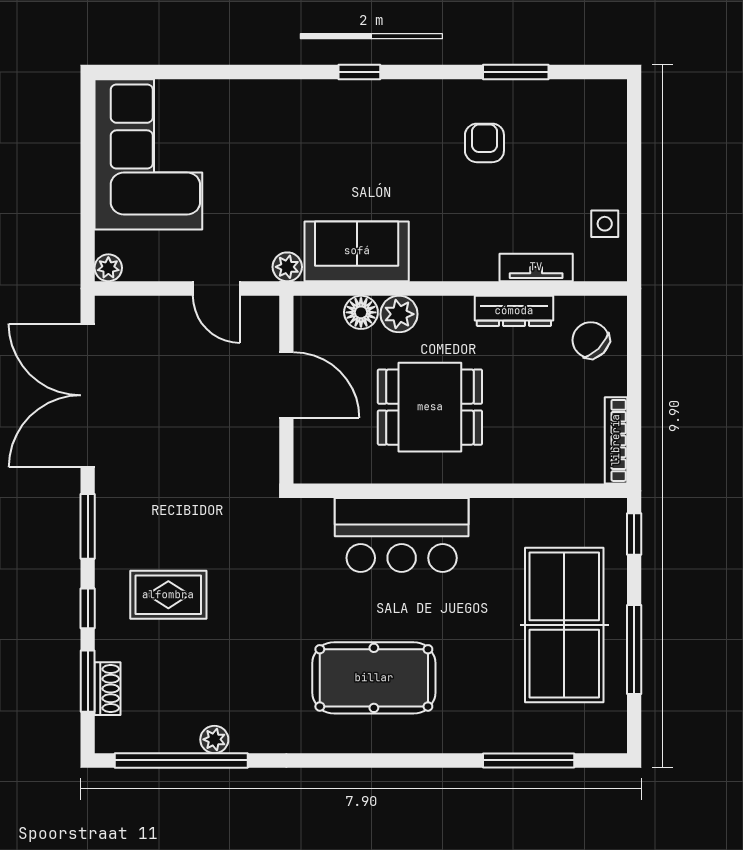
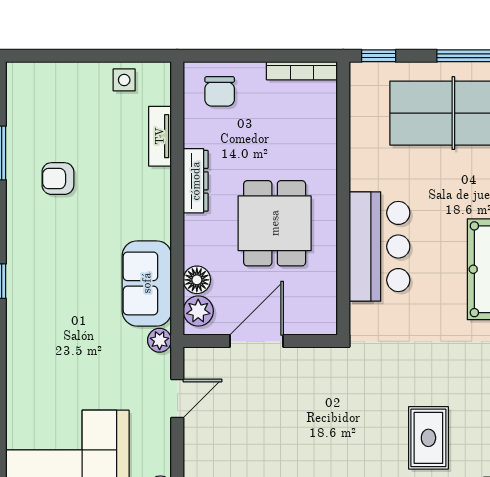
dresser: (514, 311) -> (196, 181), moved
plant: (399, 314) -> (198, 311), moved
chair: (591, 340) -> (220, 91), turned -45

